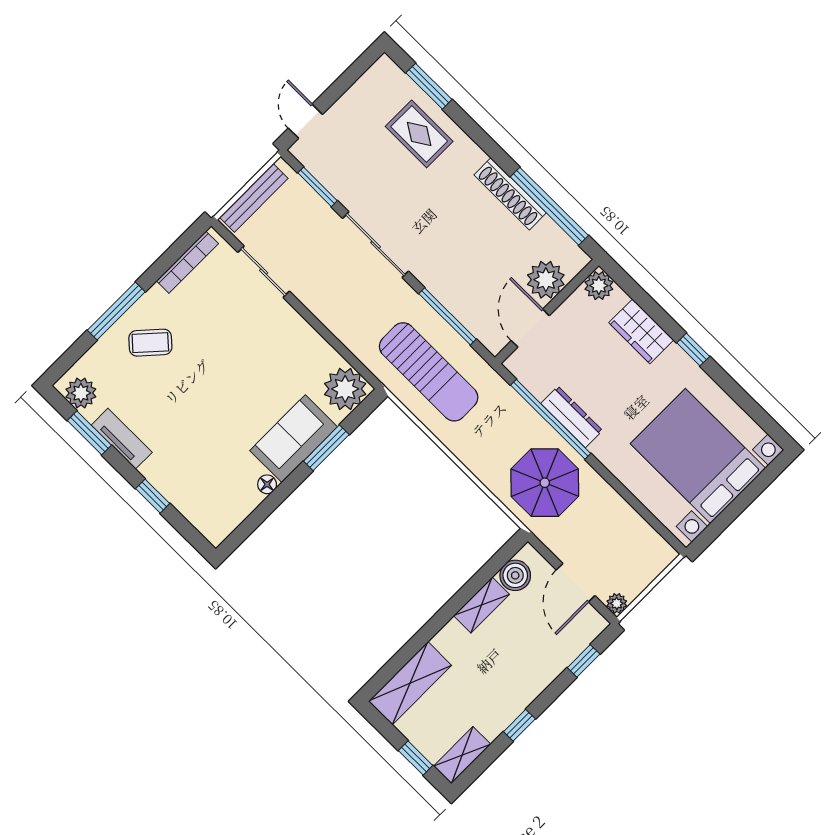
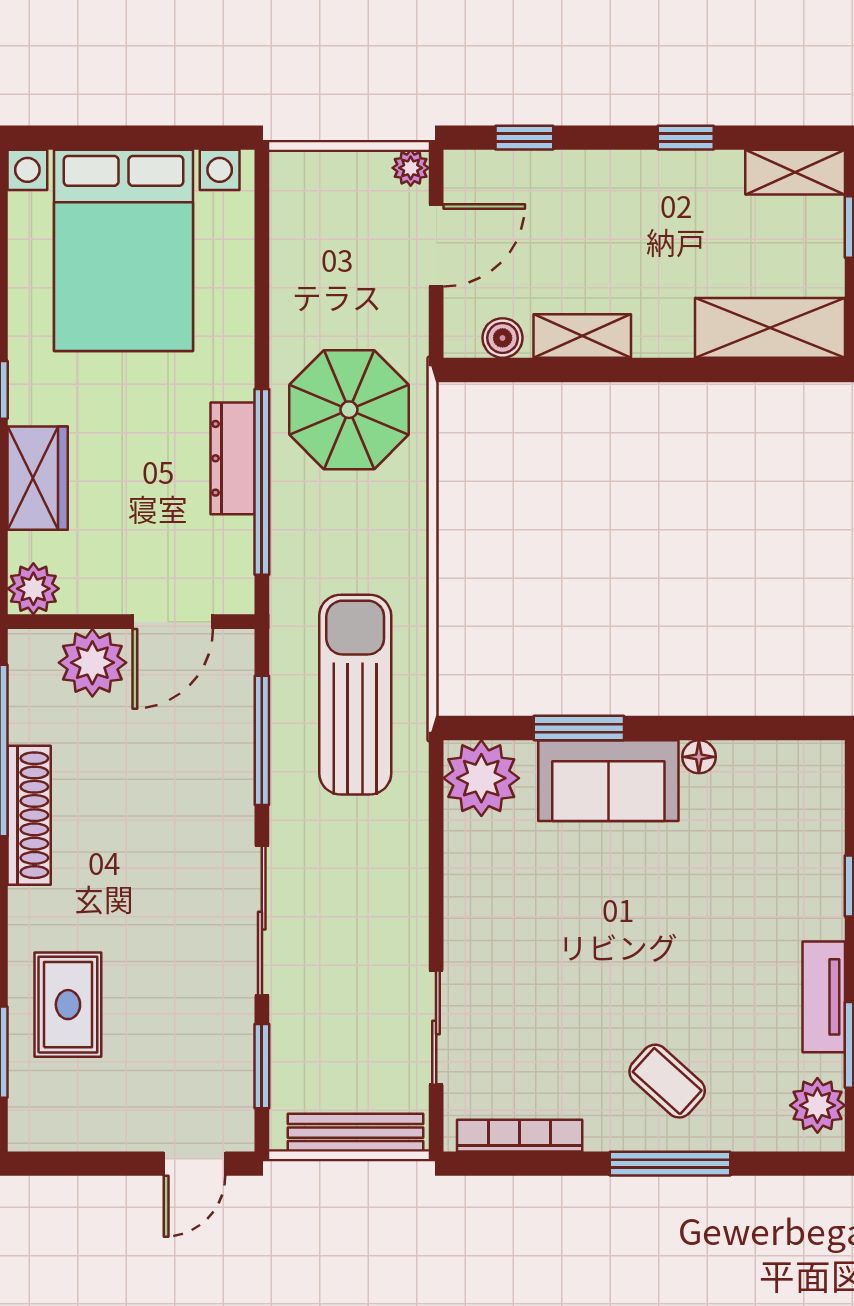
boiler: (515, 575) -> (503, 338), width x0.73, depth x0.73

